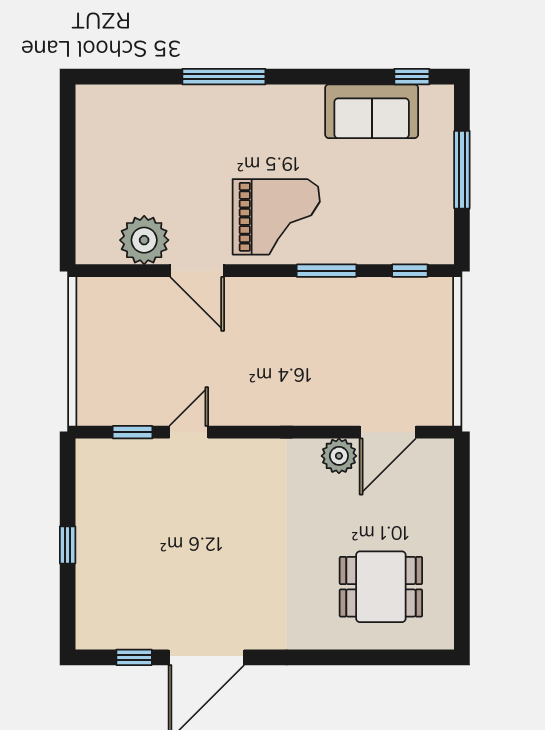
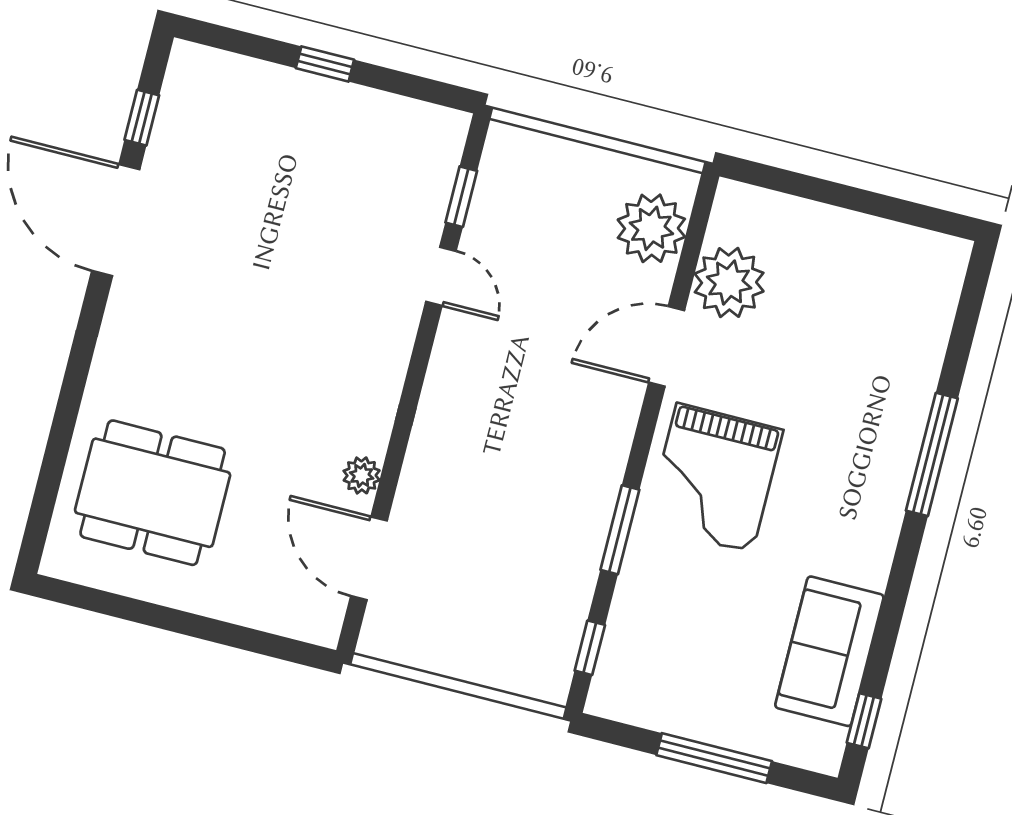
plant: (121, 301) -> (651, 228), added
plant: (339, 456) -> (362, 475), width x0.73, depth x0.73
dining table: (381, 587) -> (153, 493), width x1.38

